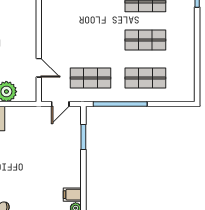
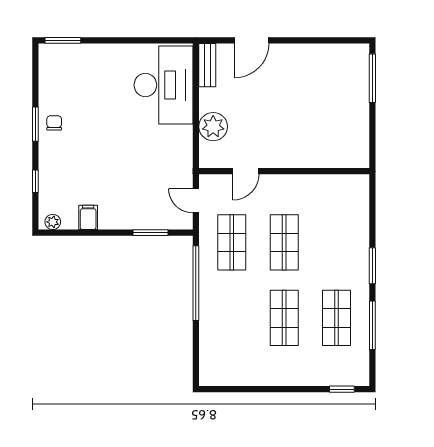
shop shelf: (145, 78) -> (284, 242), moved
filing cabinet: (72, 195) -> (88, 217), moved

